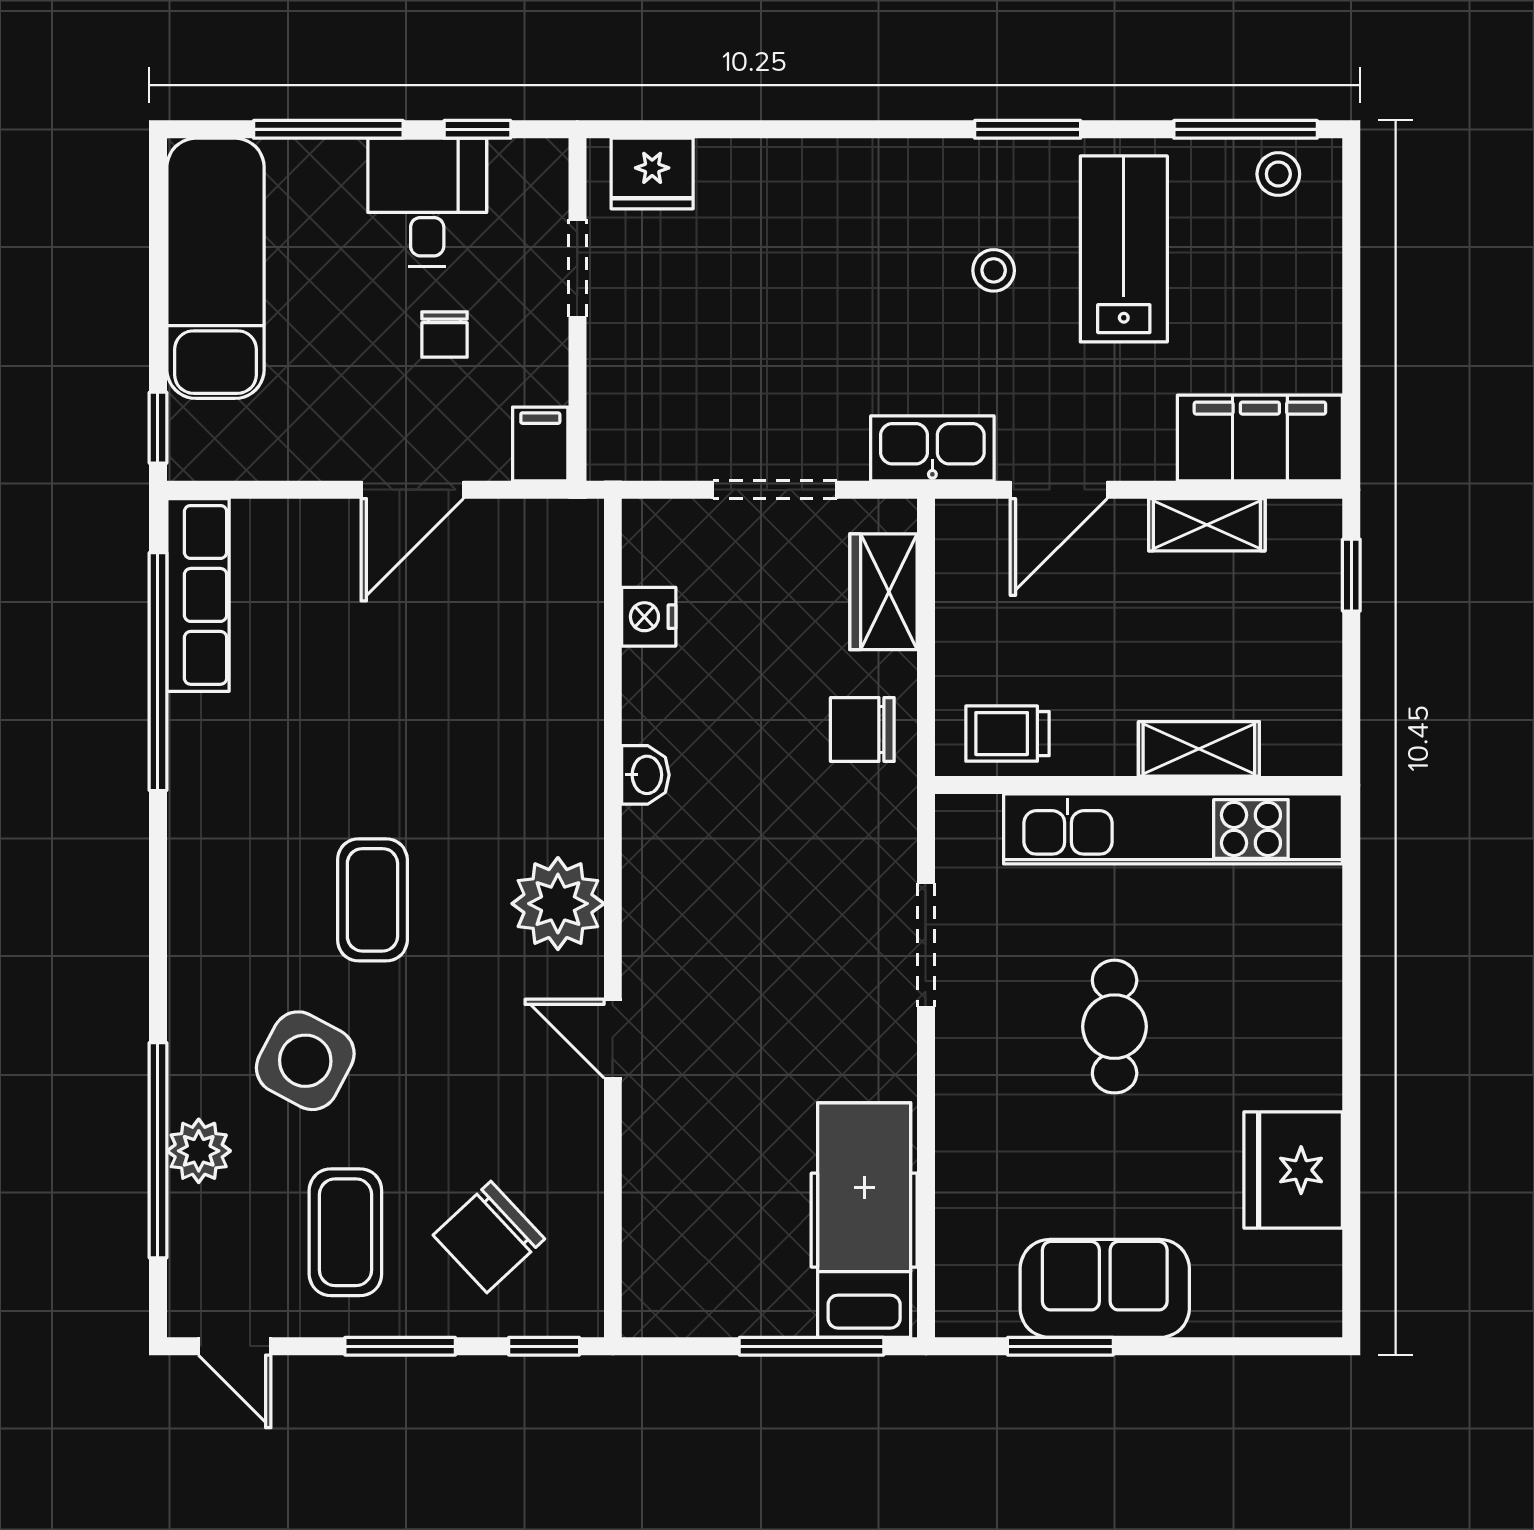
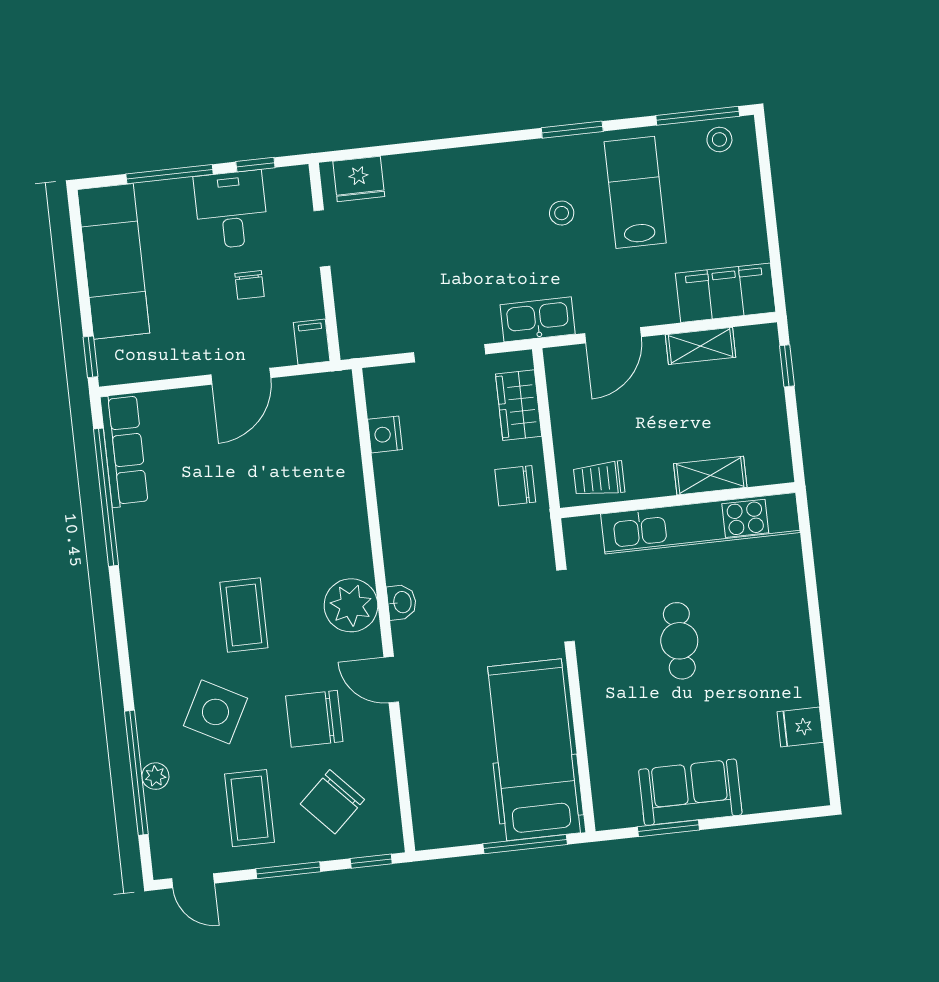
washbasin: (645, 775) -> (402, 602), moved
chair: (473, 1091) -> (314, 719), added
plant: (199, 1151) -> (155, 776), width x0.73, depth x0.73
fridge: (1293, 1170) -> (800, 727), width x0.53, depth x0.75
hospital bed: (864, 1220) -> (534, 750), width x1.37, depth x1.29

